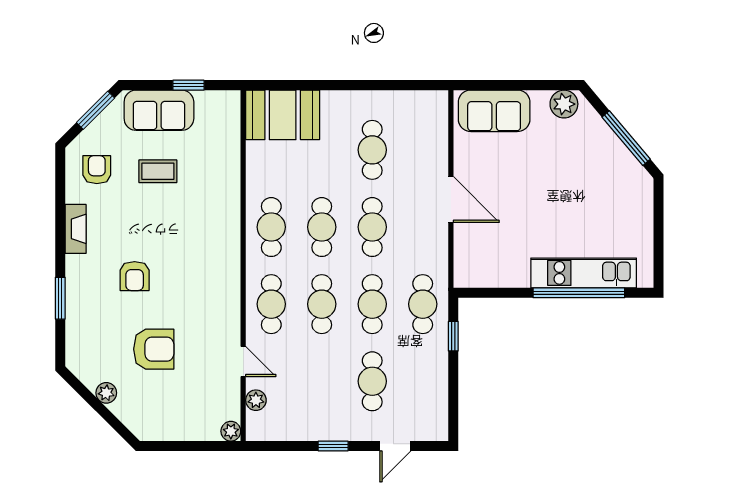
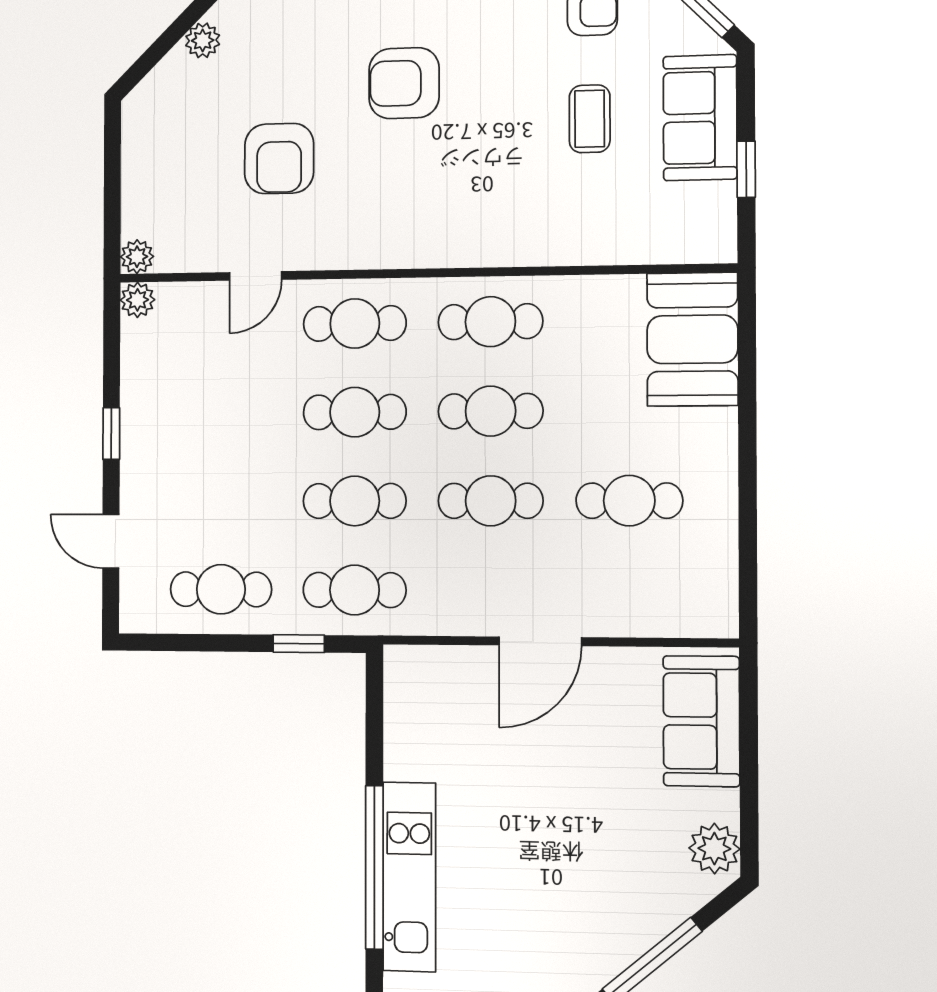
armchair: (135, 276) -> (404, 83), width x1.38, depth x1.38
armchair: (154, 349) -> (279, 159), moved
cafe table: (372, 381) -> (221, 589), moved
plant: (256, 400) -> (137, 300), moved

